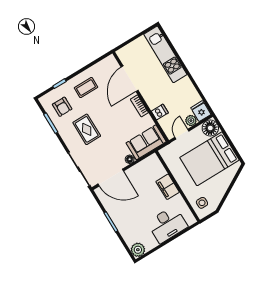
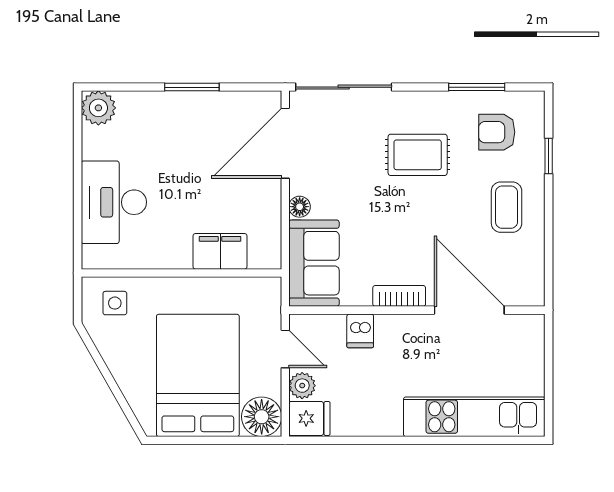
filing cabinet: (168, 187) -> (220, 251), moved

